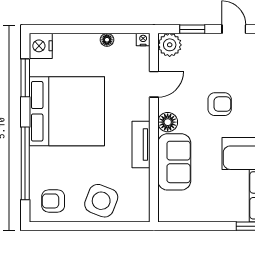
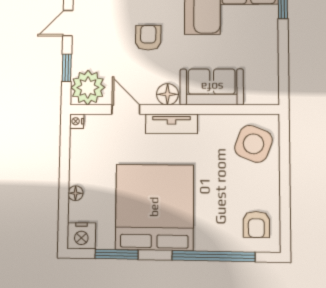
floor lamp: (107, 40) -> (76, 193), moved
plant: (170, 45) -> (88, 88), width x1.36, depth x1.36
tv unit: (141, 145) -> (171, 124), moved
side table: (101, 201) -> (253, 144), moved

